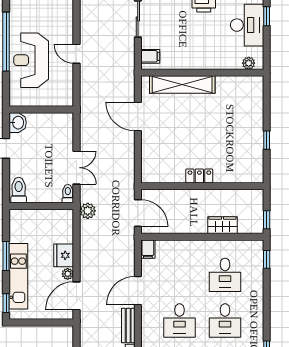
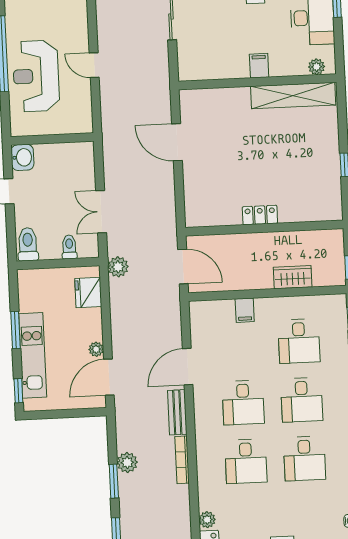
filing cabinet: (150, 56) -> (259, 66), moved, turned -90
shelving: (182, 85) -> (293, 96), moved
double door: (77, 168) -> (101, 212), swing flipped
toilet: (68, 194) -> (69, 247), moved
filing cabinet: (148, 249) -> (245, 310), moved
fridge: (64, 255) -> (88, 293), moved

